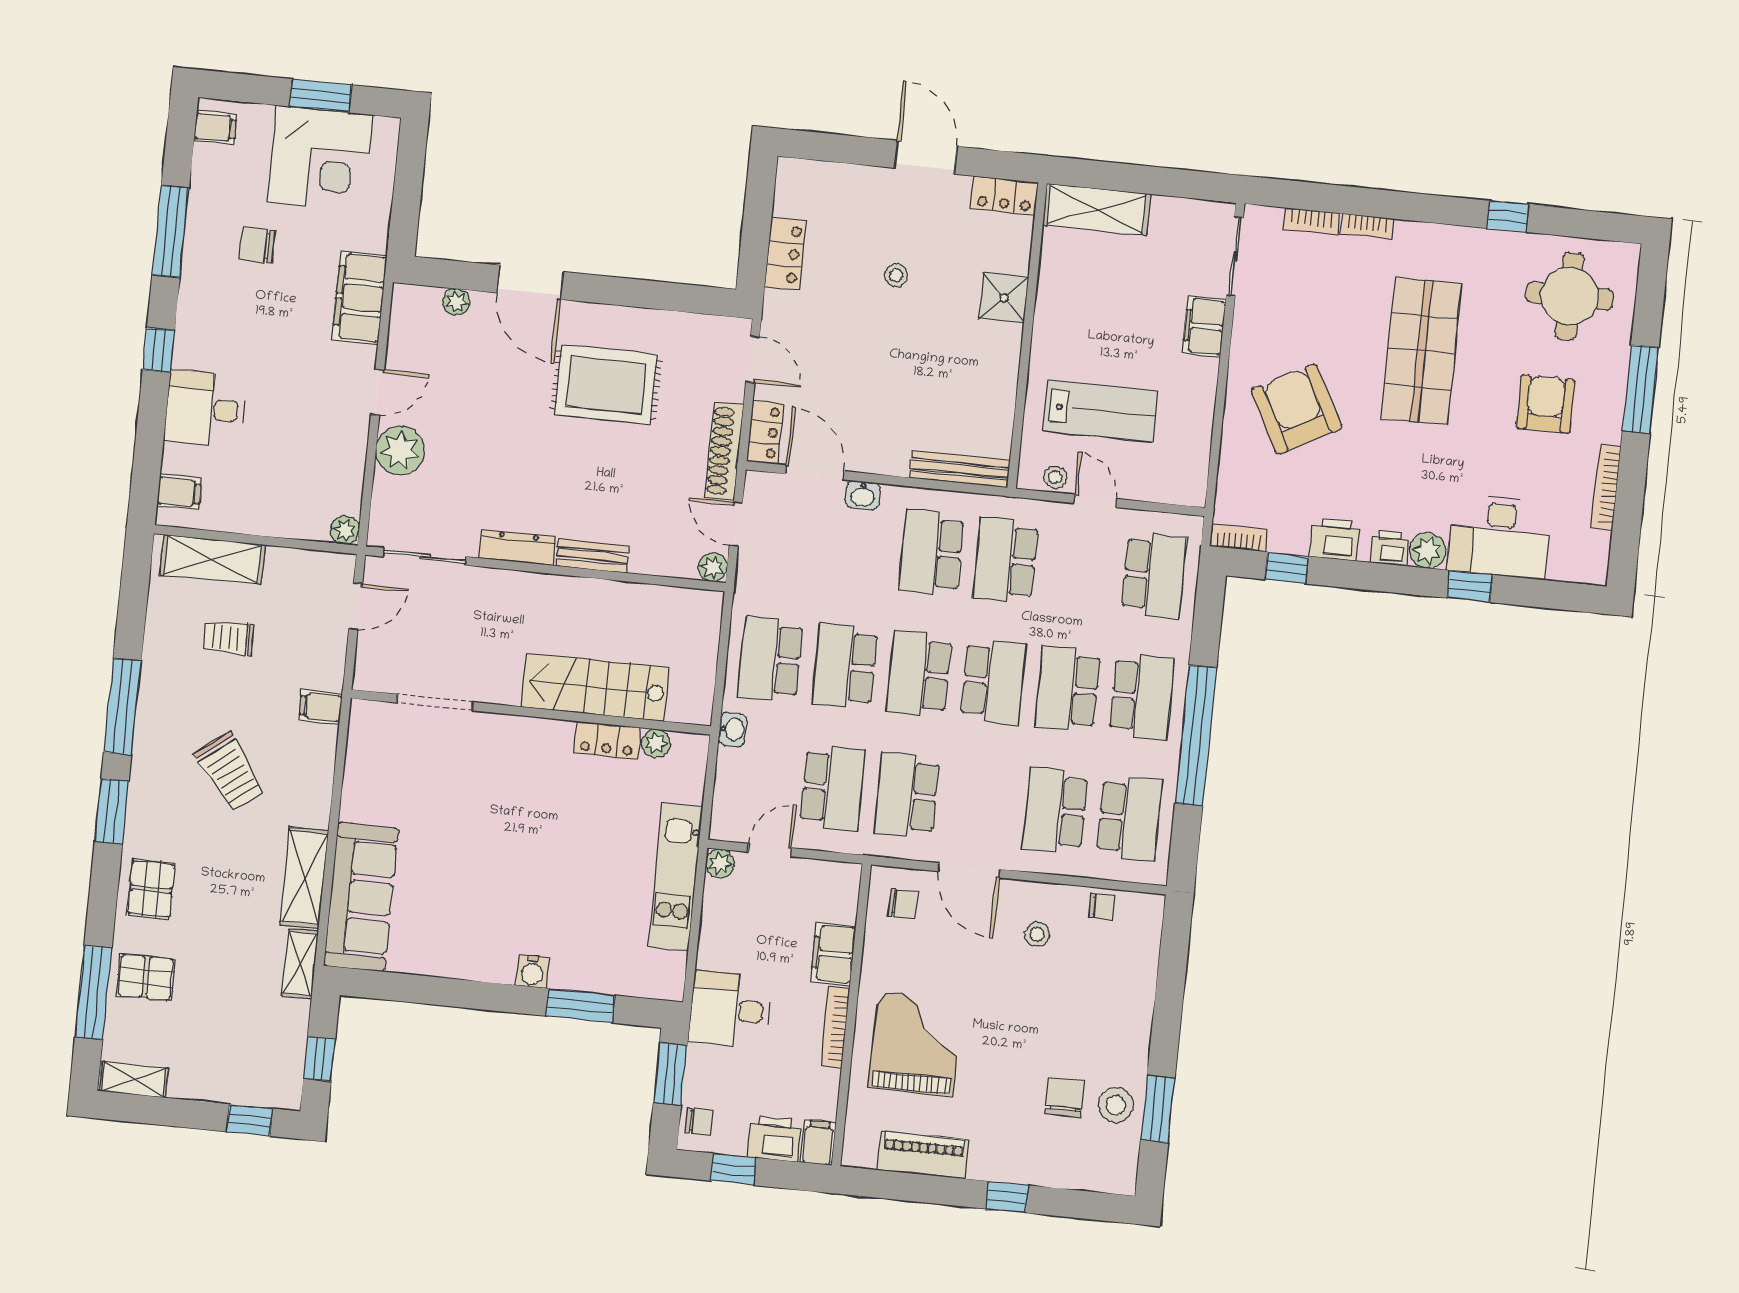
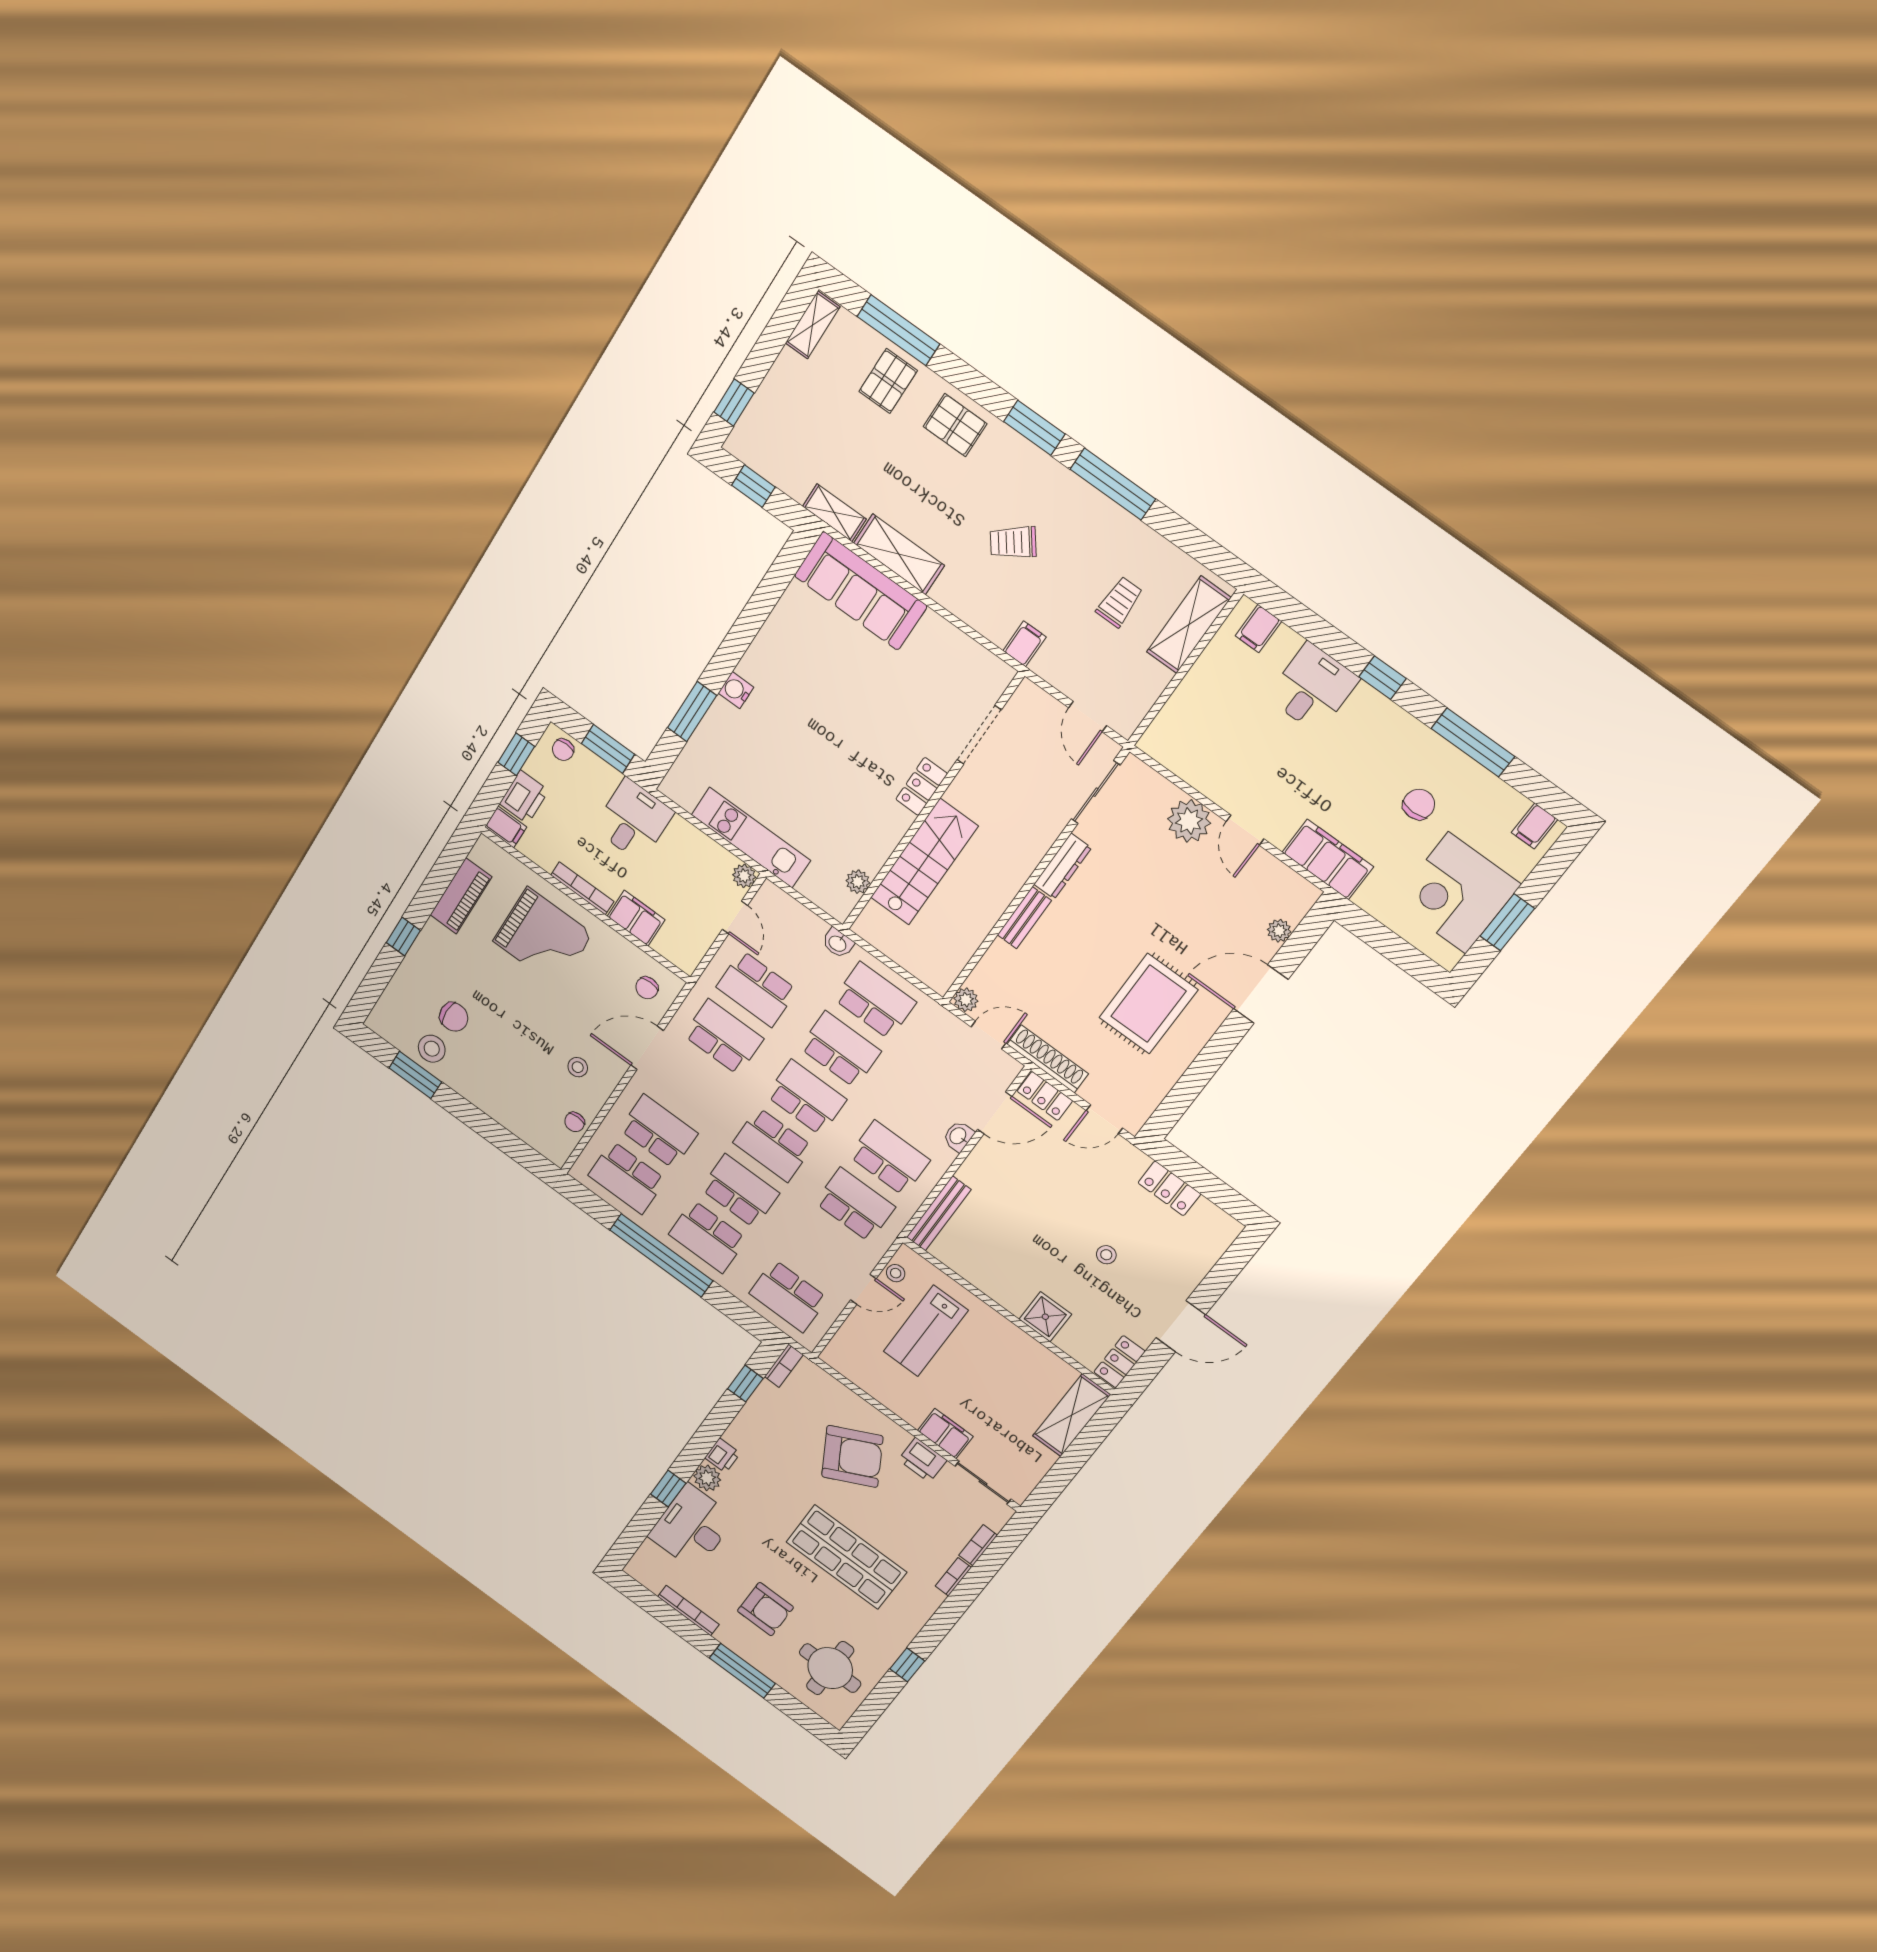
plant: (345, 530) -> (1152, 743), removed
printer: (1334, 539) -> (923, 1460), moved, turned 90
locker: (607, 740) -> (922, 786), moved
trolley: (230, 772) -> (1013, 542), width x0.73, depth x0.72

